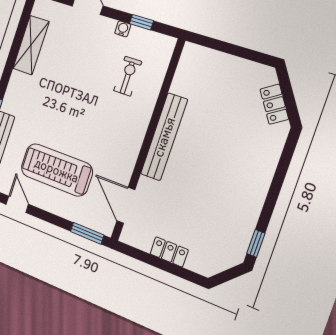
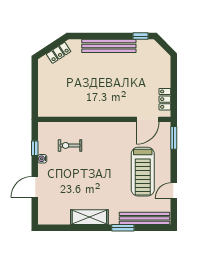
shelving: (31, 45) -> (89, 217), moved
bench: (164, 137) -> (109, 46), moved
locker: (169, 252) -> (165, 99), moved

